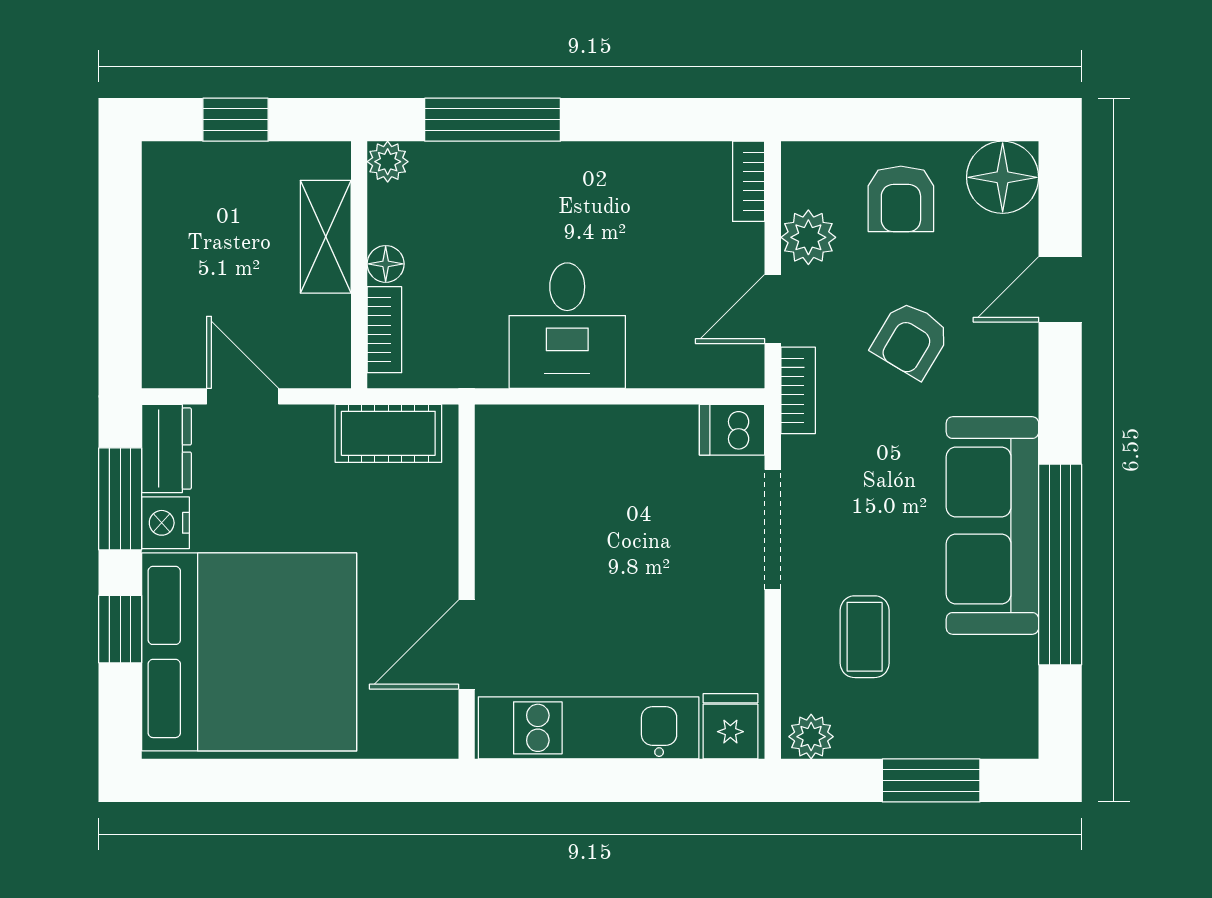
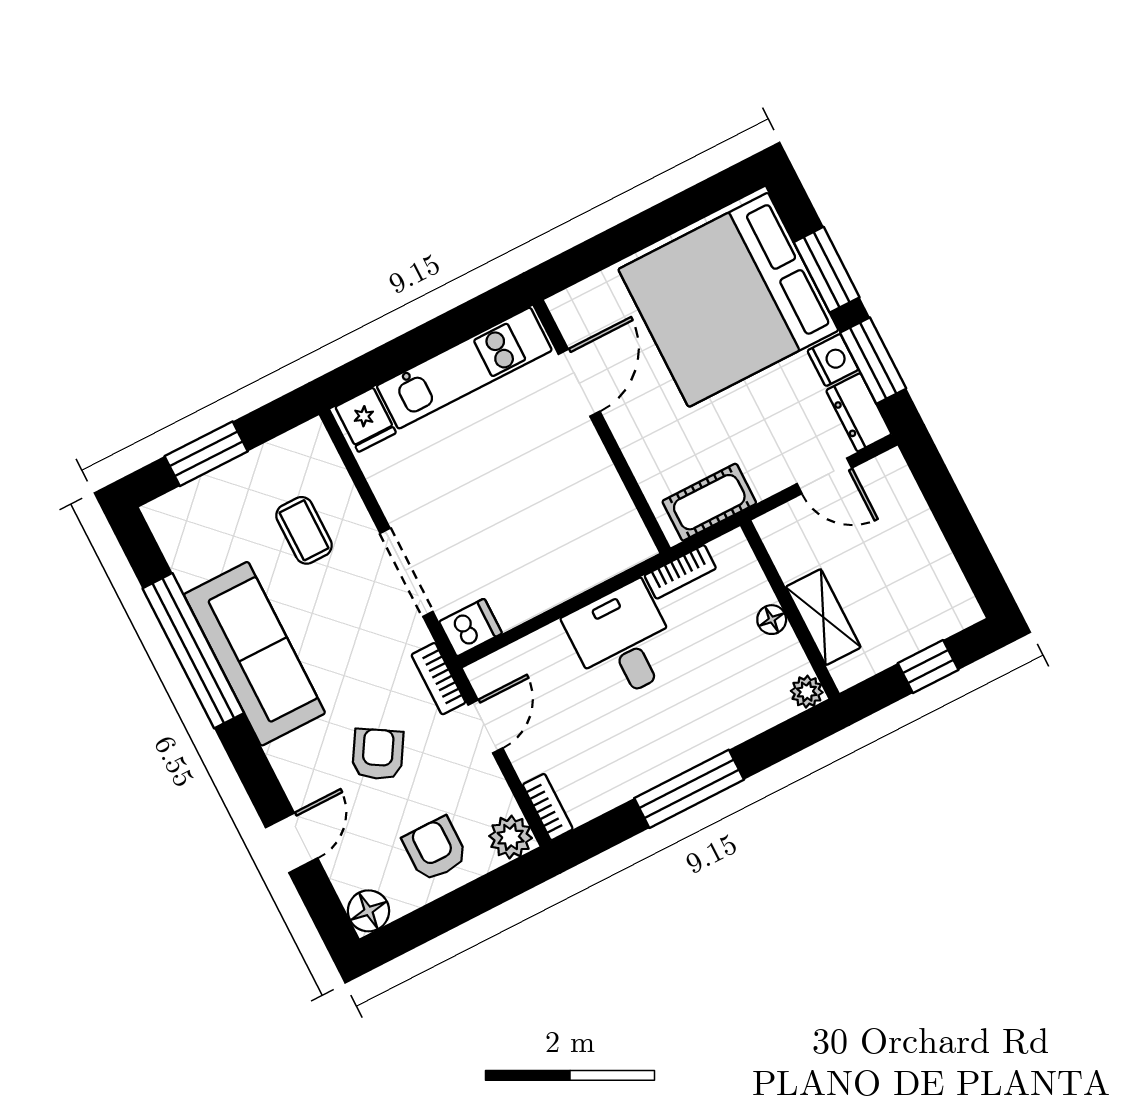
window: (493, 120) -> (689, 789), moved
floor lamp: (1003, 177) -> (368, 911), width x0.73, depth x0.73
plant: (808, 237) -> (511, 837), moved
bookcase: (384, 330) -> (680, 572), moved, turned -90
window: (120, 629) -> (827, 270), width x1.50
plant: (811, 737) -> (306, 442), removed

